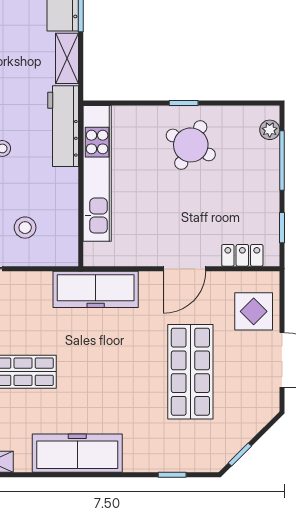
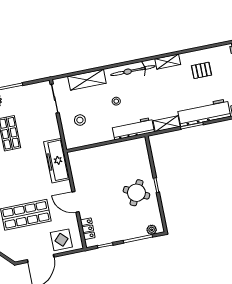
kitchen unit: (97, 173) -> (113, 150), removed

